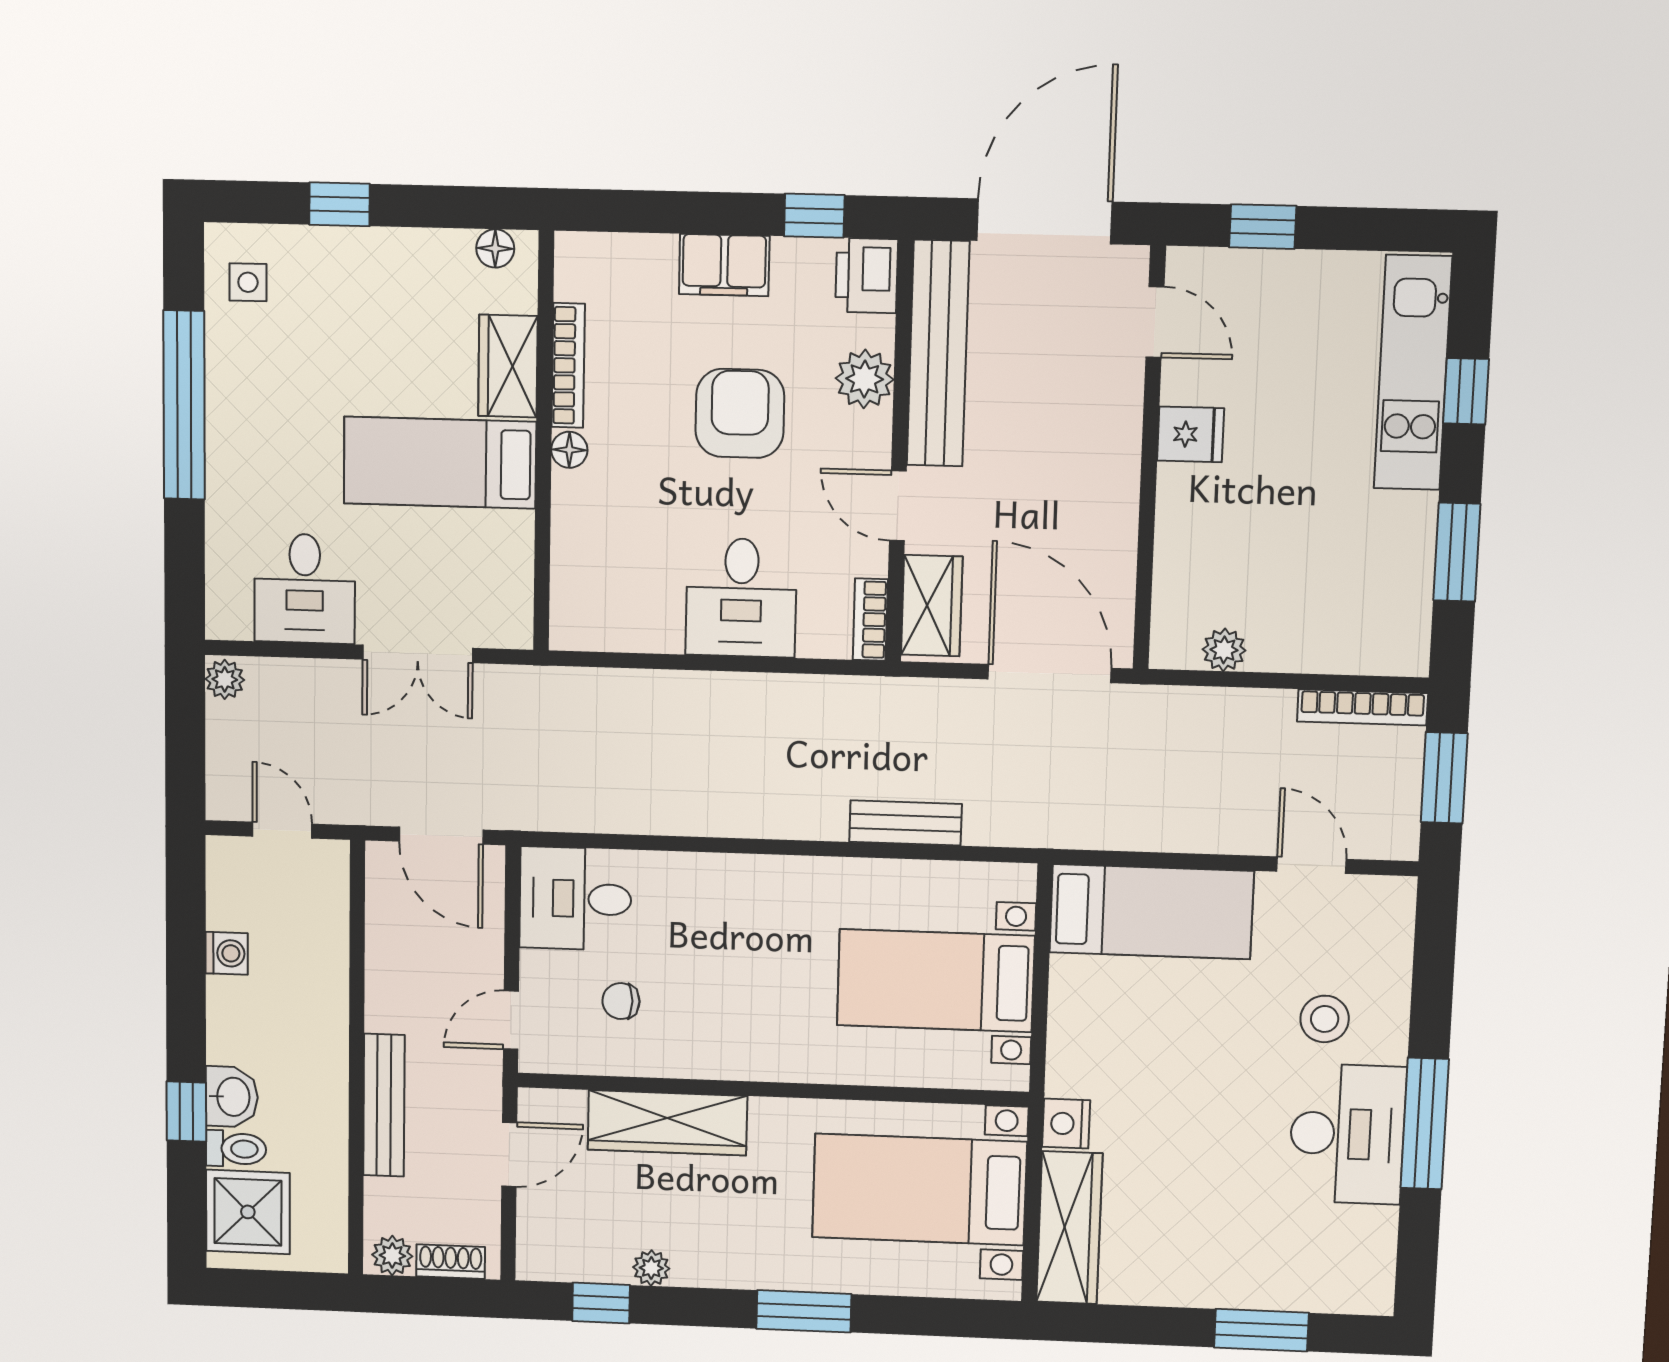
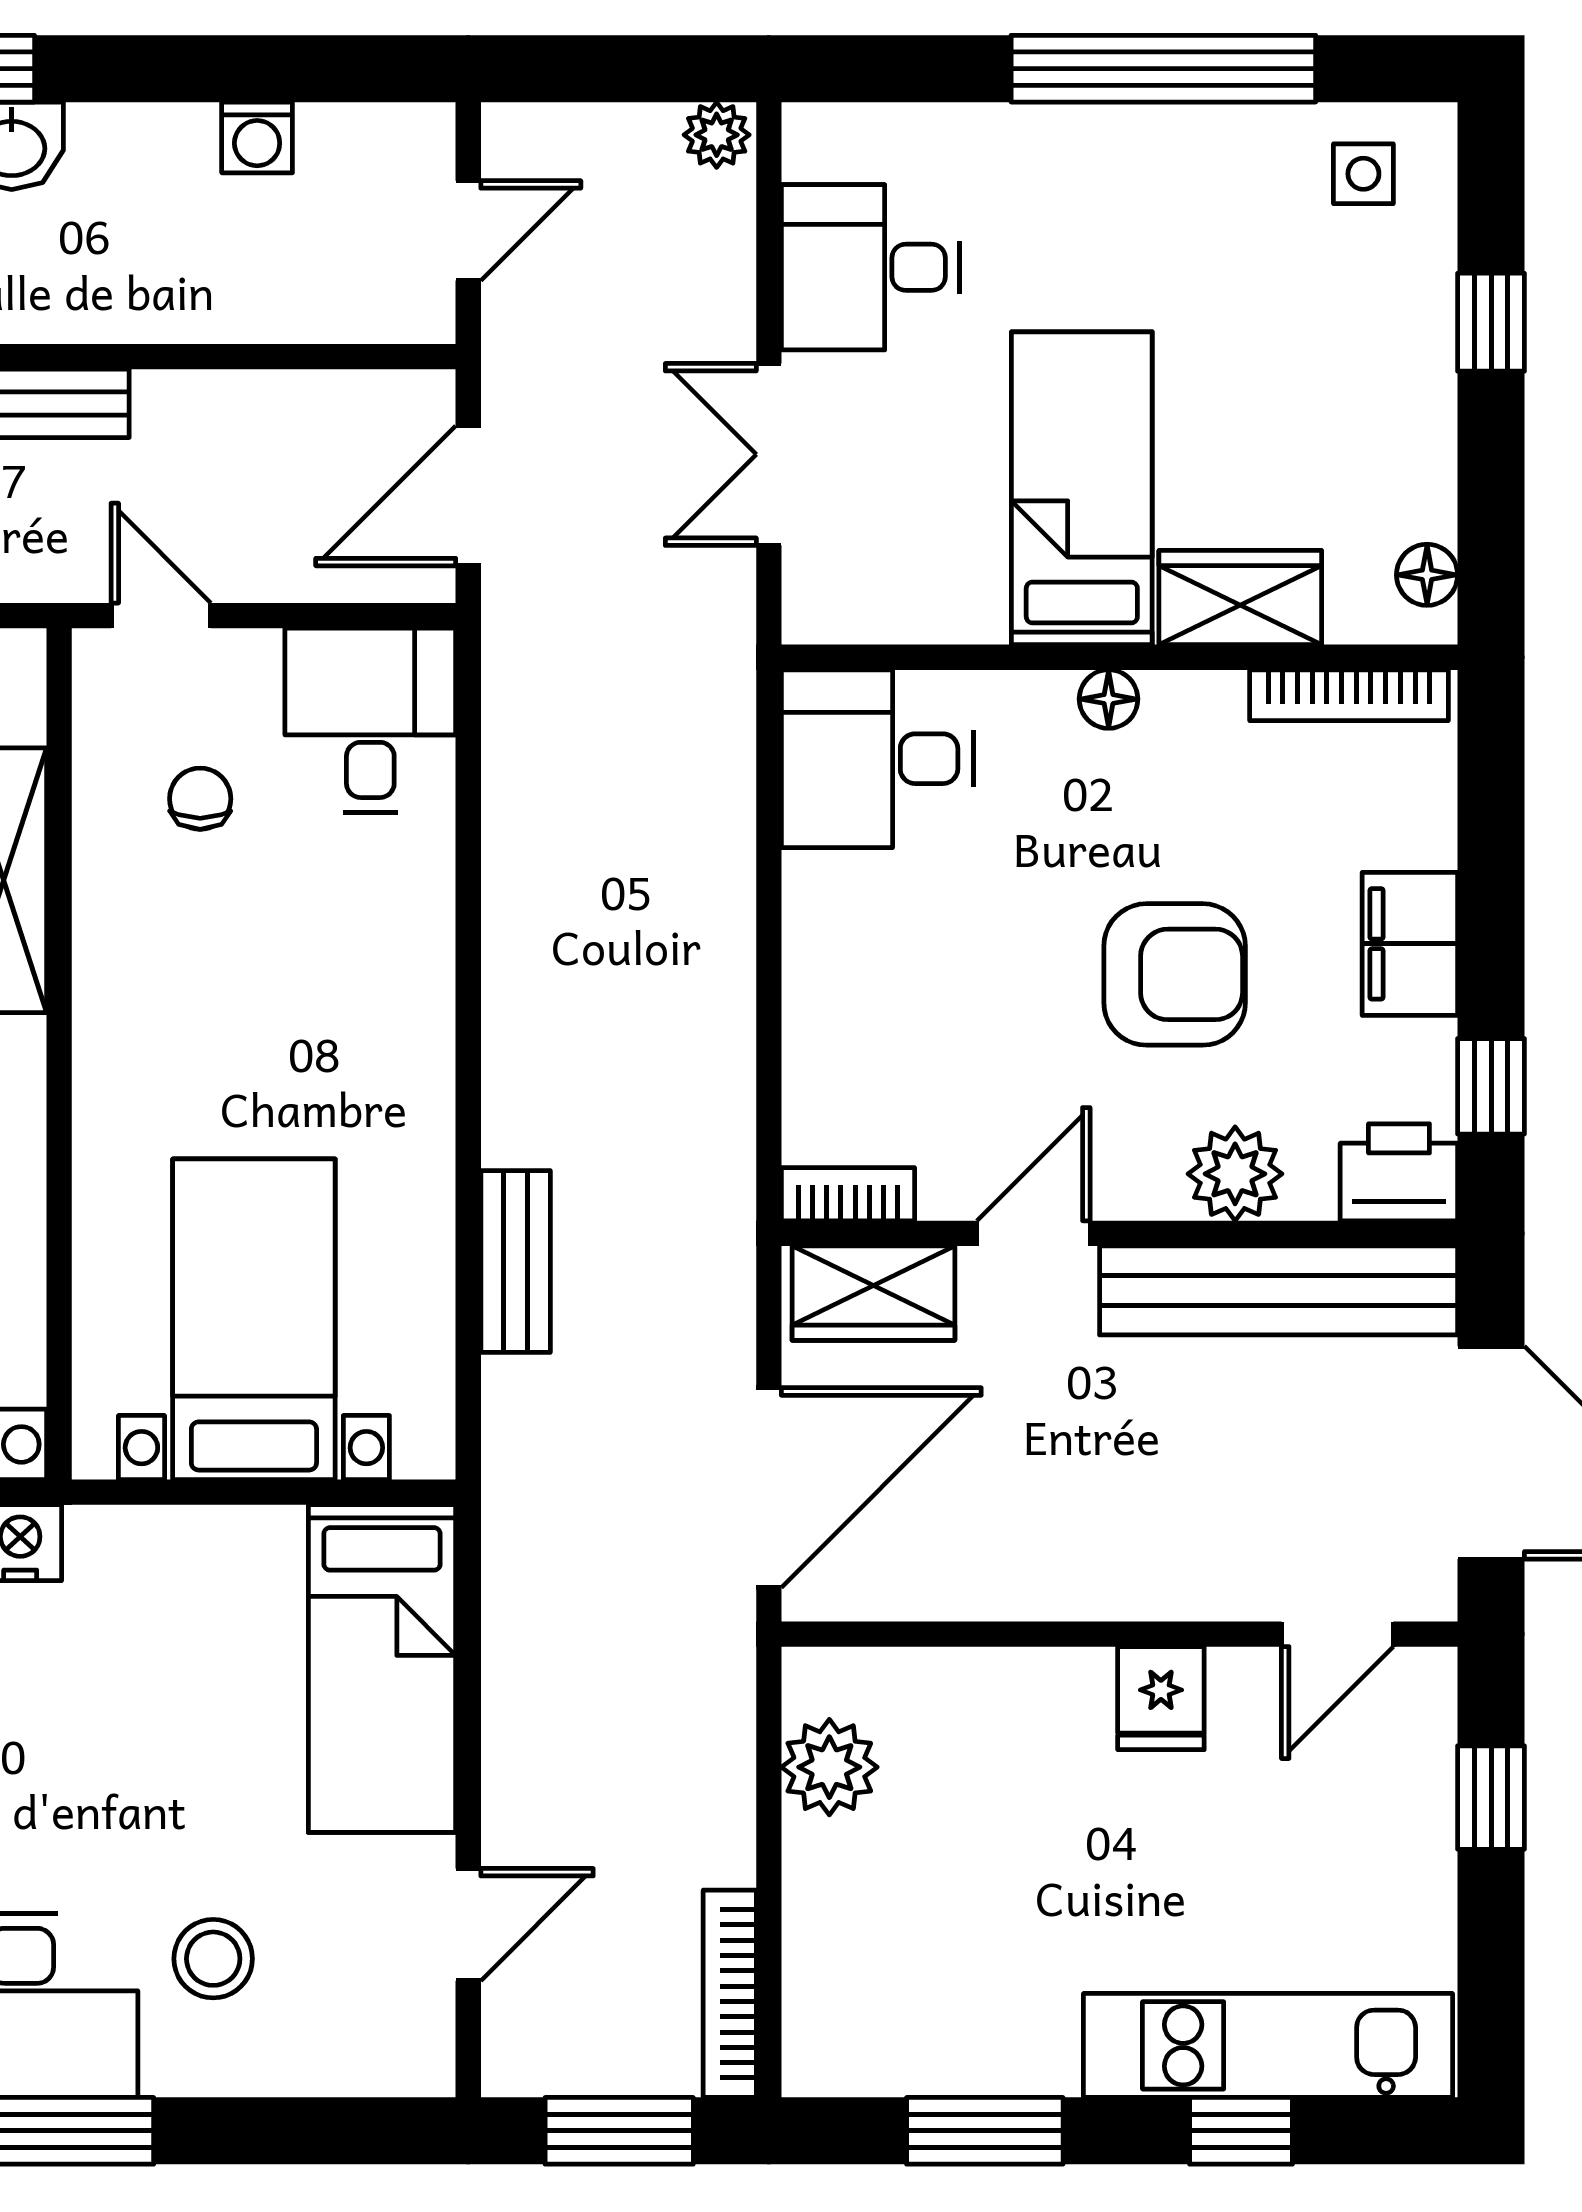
bookcase: (568, 365) -> (1349, 695), moved
desk: (741, 598) -> (877, 759), moved
plant: (1224, 650) -> (829, 1767), width x1.38, depth x1.38

